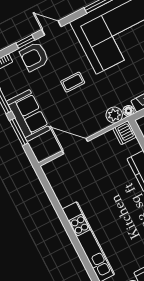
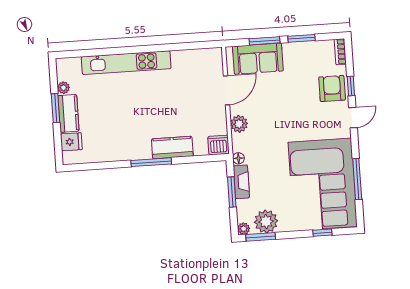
coffee table: (73, 82) -> (291, 115), removed
sofa: (28, 115) -> (258, 59), moved
plant: (114, 115) -> (239, 124), moved

